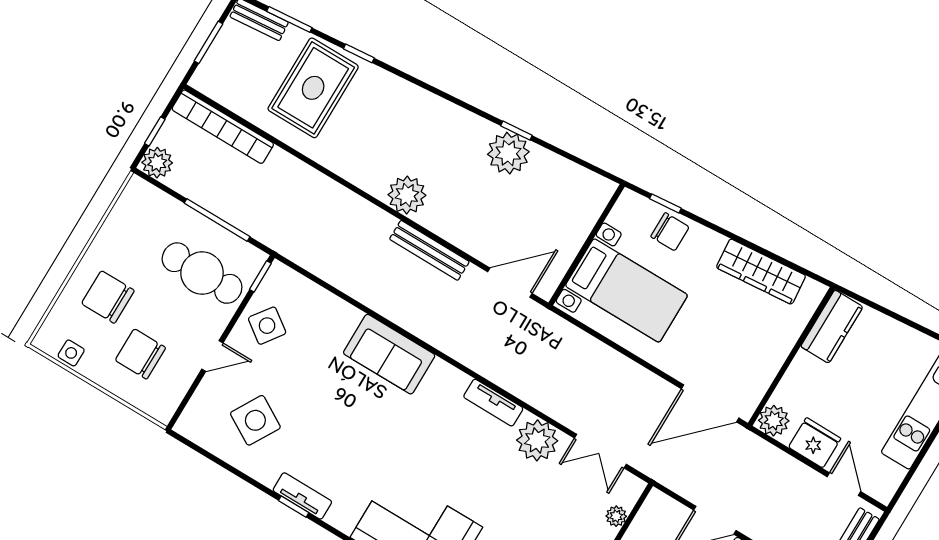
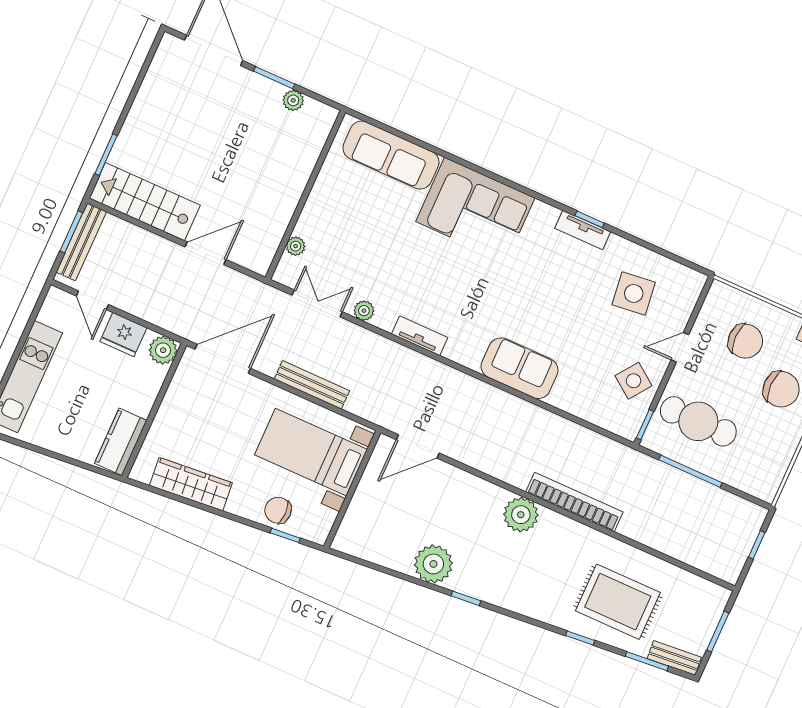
rug: (313, 88) -> (618, 602), turned 90
bookcase: (223, 127) -> (574, 502), moved
window: (516, 131) -> (466, 598), moved
plant: (157, 163) -> (751, 517), removed
bench: (429, 250) -> (312, 385), moved
side table: (255, 420) -> (634, 293), turned -37
plant: (537, 440) -> (364, 311), width x0.53, depth x0.53

